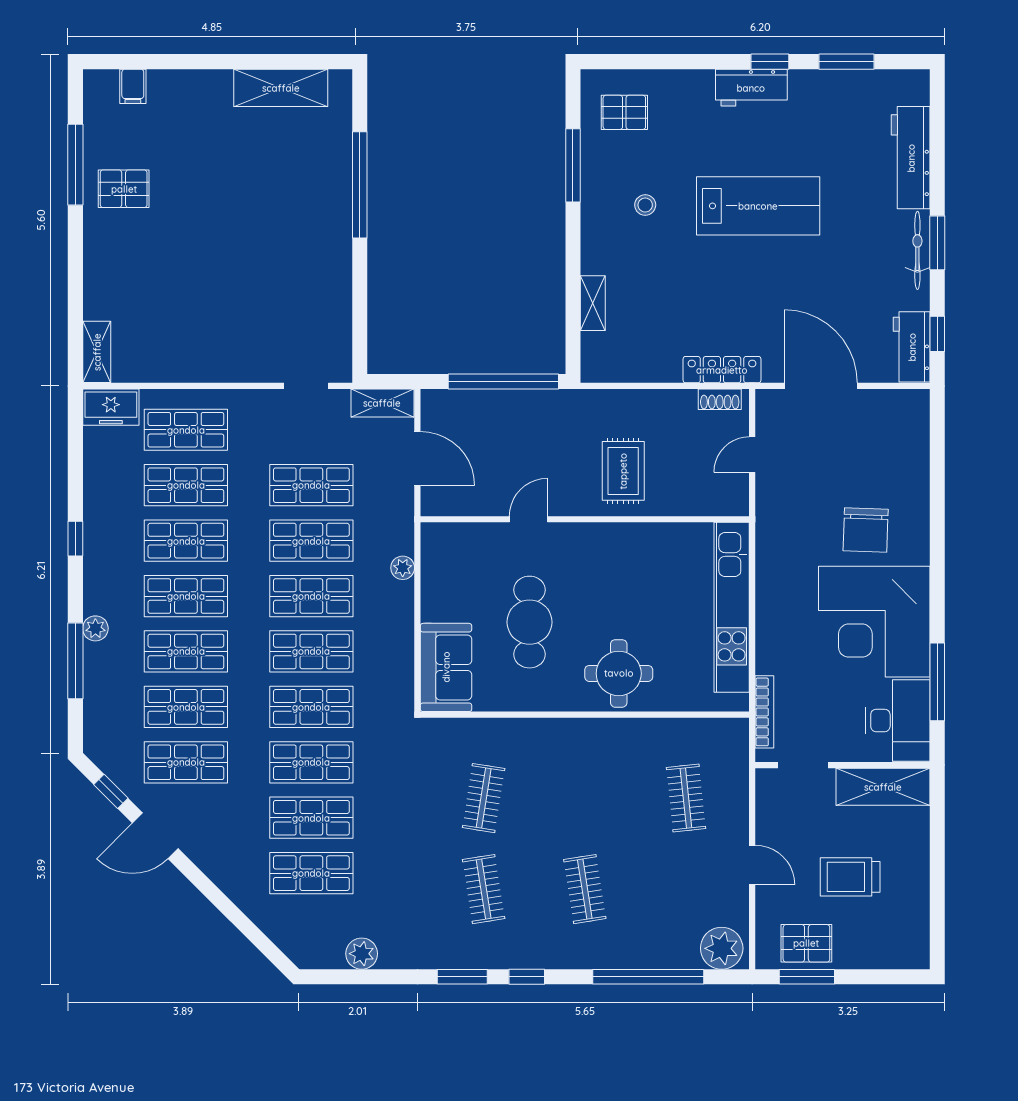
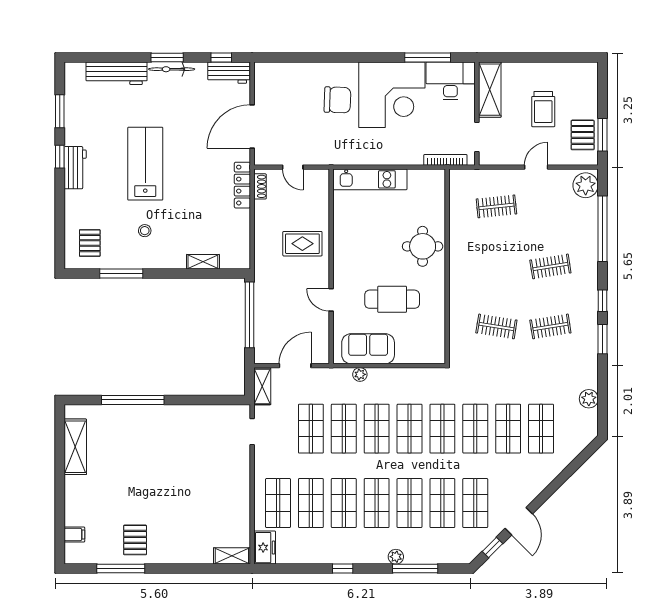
kitchen unit: (732, 607) -> (370, 179), width x0.73
sofa: (446, 667) -> (368, 349), moved

